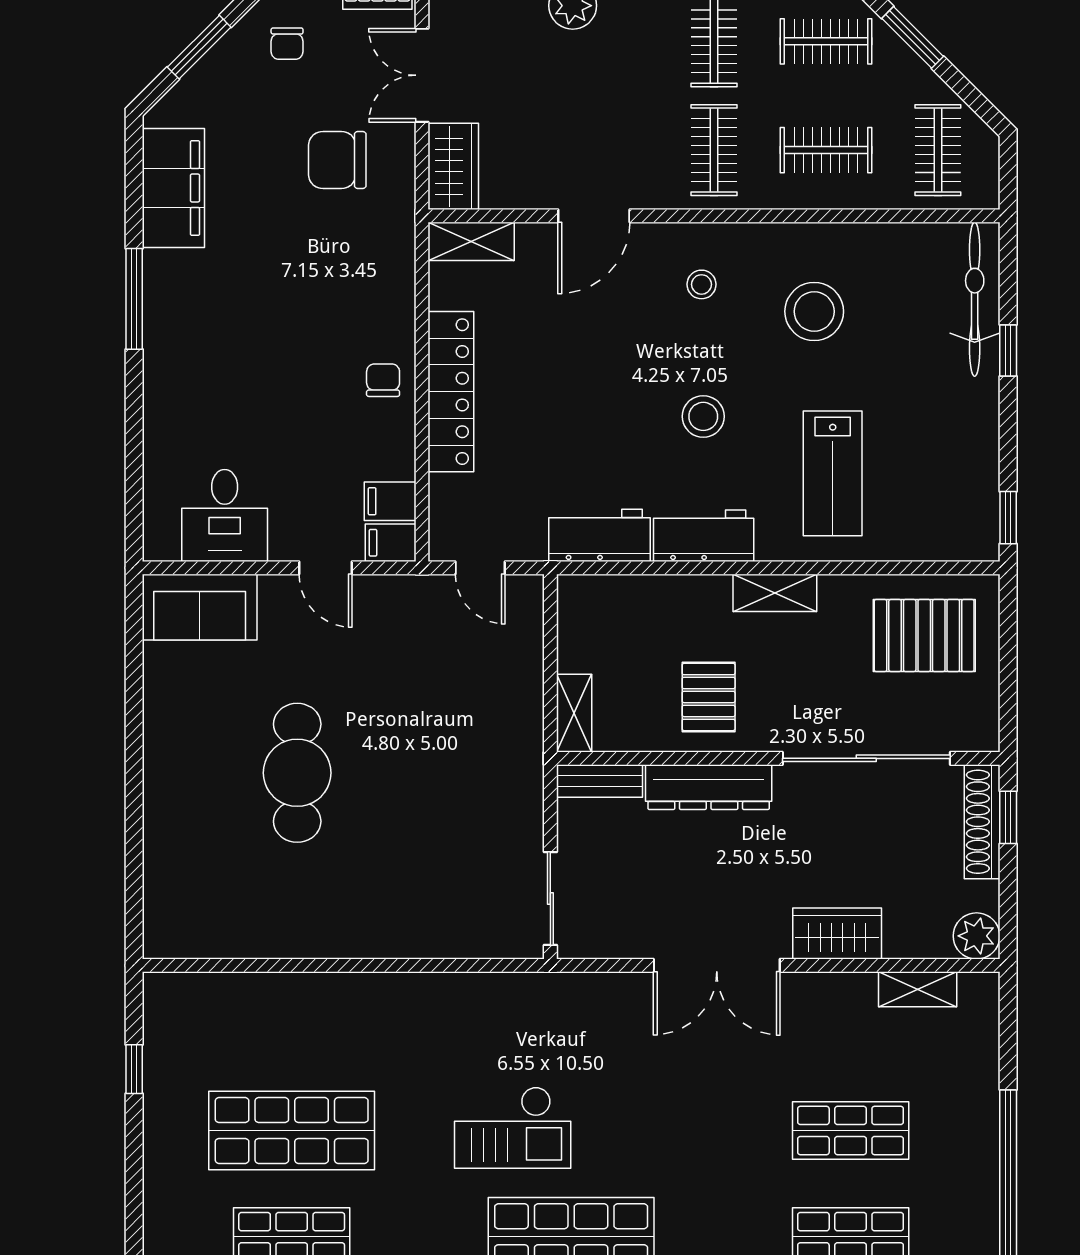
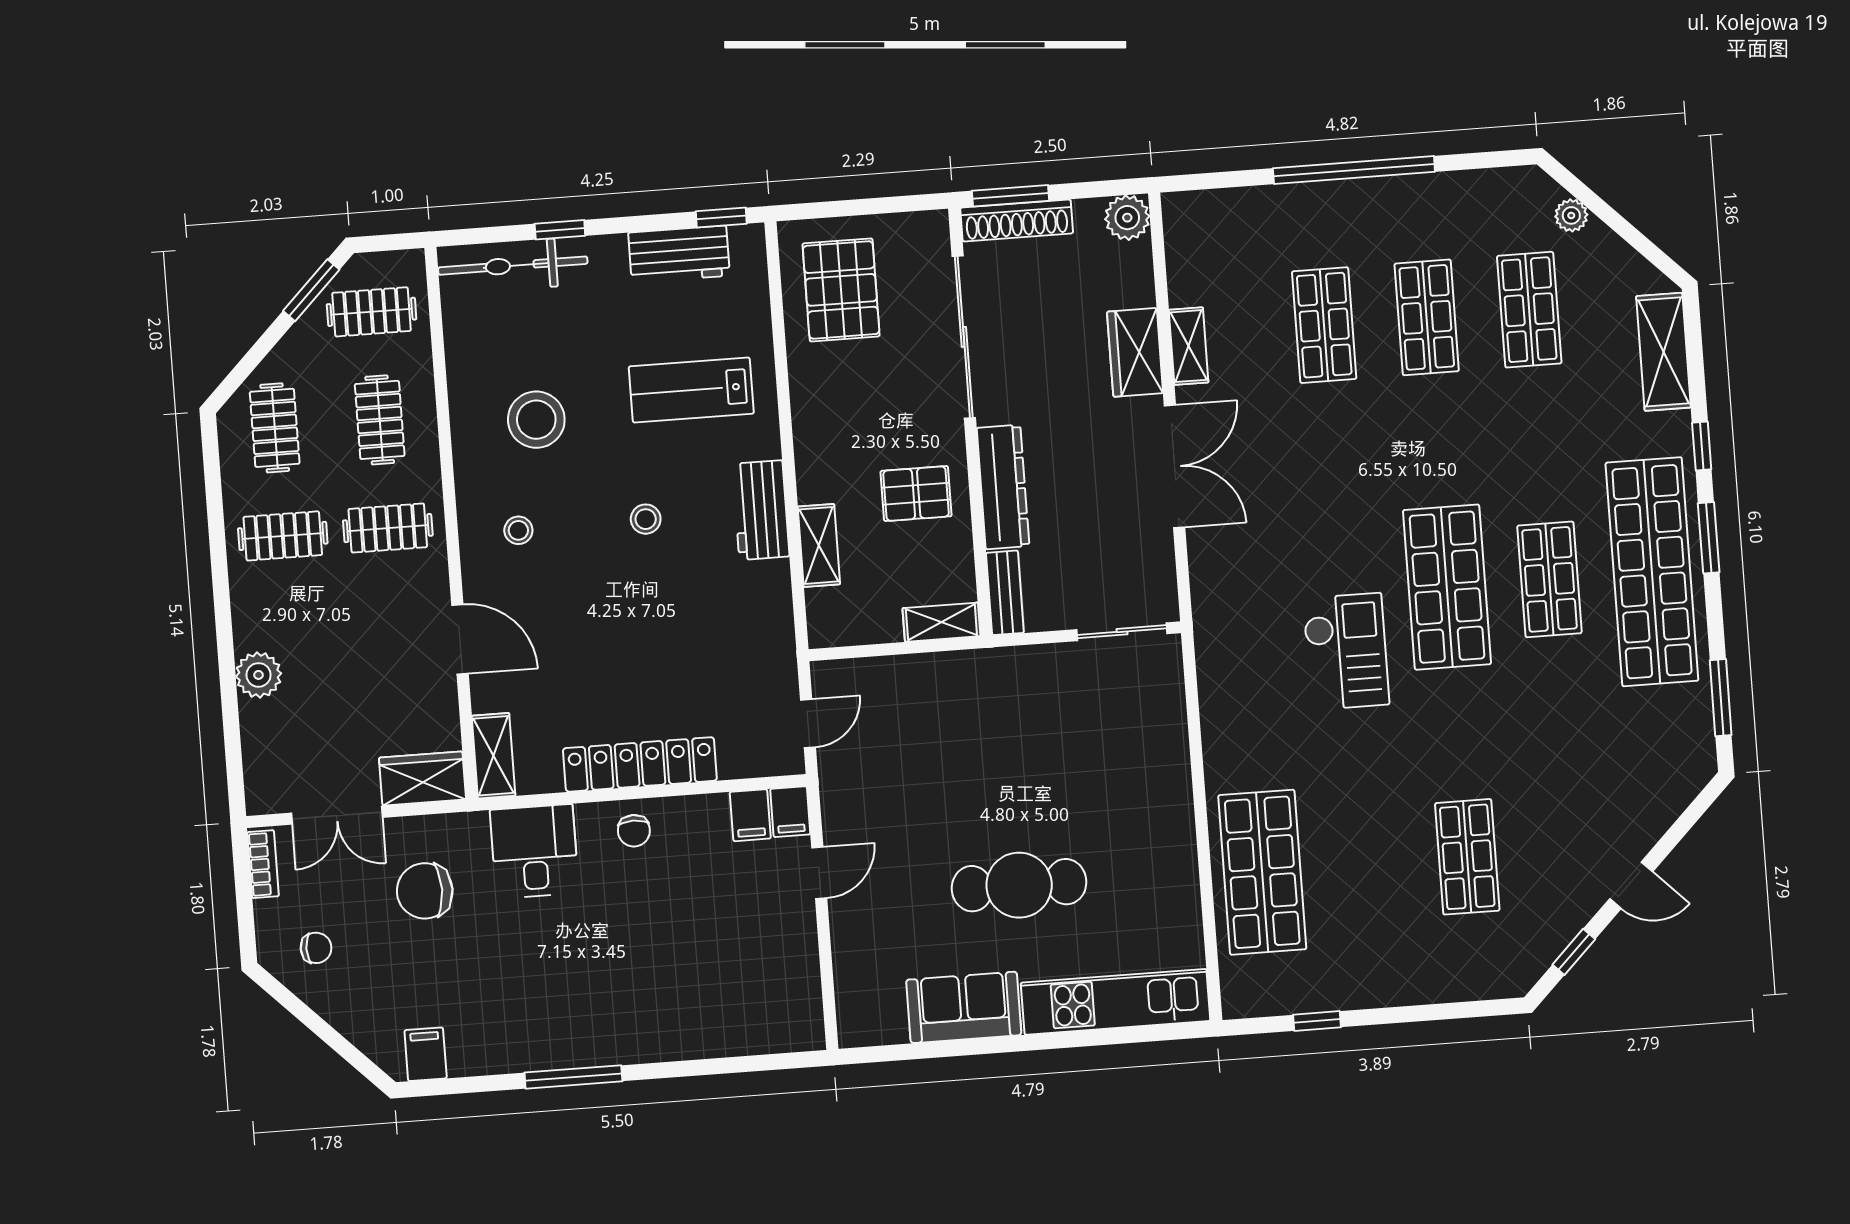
window: (913, 37) -> (311, 290), moved
window: (199, 47) -> (326, 1032), removed
chair: (337, 160) -> (425, 891), turned 90
filing cabinet: (173, 188) -> (426, 1054), width x0.33, depth x0.86
chair: (383, 380) -> (634, 831), turned -90
stool: (703, 416) -> (646, 519), width x0.73, depth x0.73
lab bench: (833, 473) -> (691, 390), turned 180
desk: (225, 515) -> (534, 851), moved, turned -90
workbench: (599, 535) -> (679, 254), moved, turned -90
shelving: (775, 593) -> (819, 545), moved
sofa: (200, 607) -> (964, 1007), moved, turned -90
window: (1008, 817) -> (1011, 196), width x1.50
kitchen unit: (170, 863) -> (1115, 1002), added
shelving: (918, 989) -> (1189, 346), moved
shop shelf: (292, 1131) -> (1262, 872), moved

